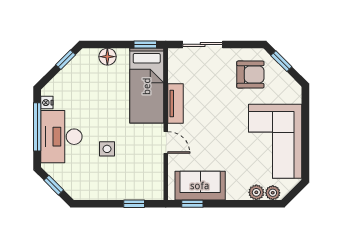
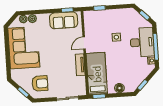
armchair: (250, 75) -> (40, 83), turned 180
door: (166, 142) -> (84, 43), hinge flipped

